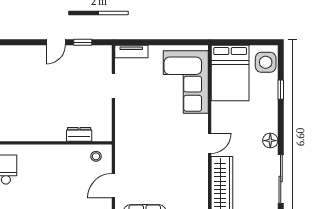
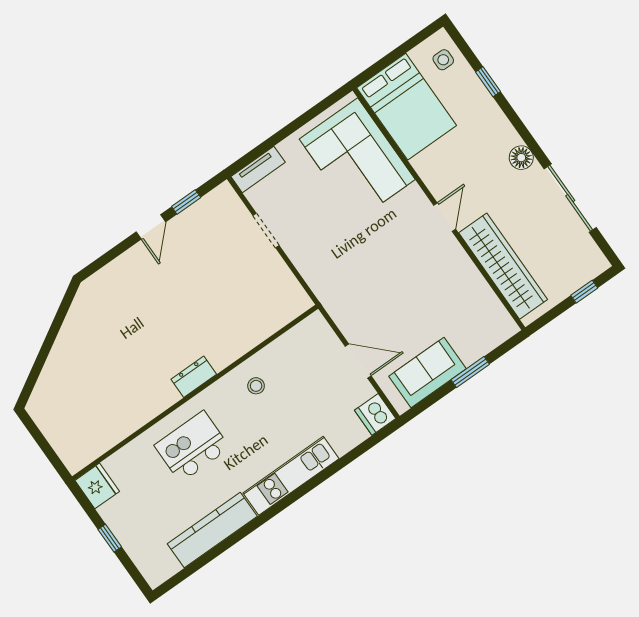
side table: (266, 62) -> (443, 60), width x0.54, depth x0.54
dresser: (79, 134) -> (194, 377), moved
stool: (96, 156) -> (256, 386), moved
door: (113, 186) -> (358, 361), swing flipped

